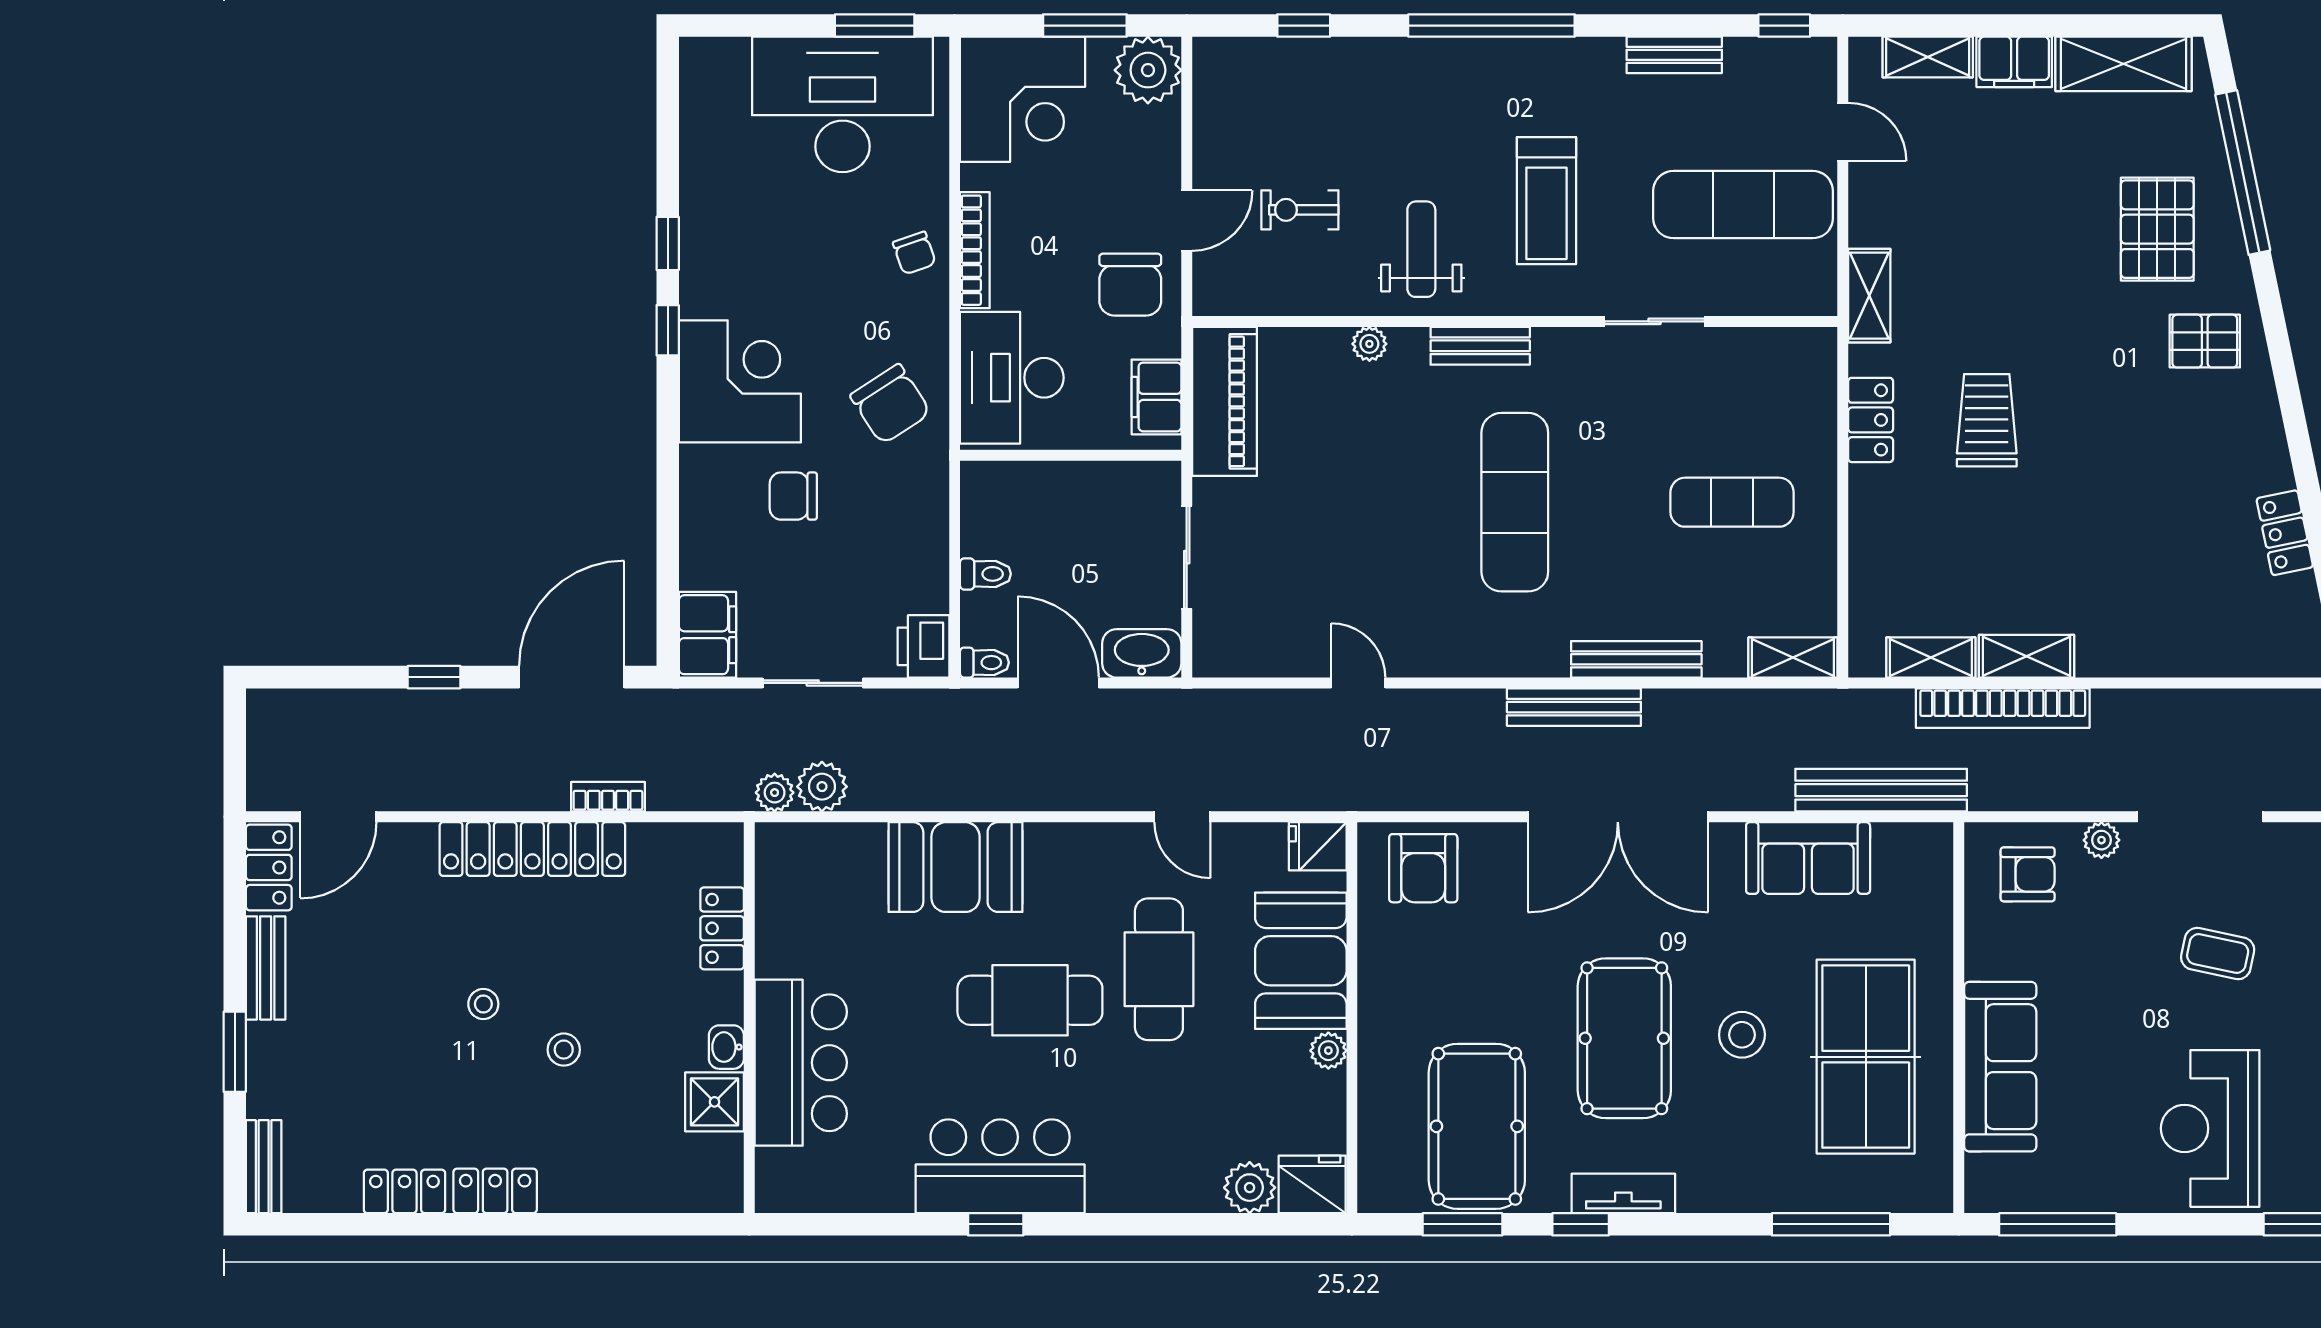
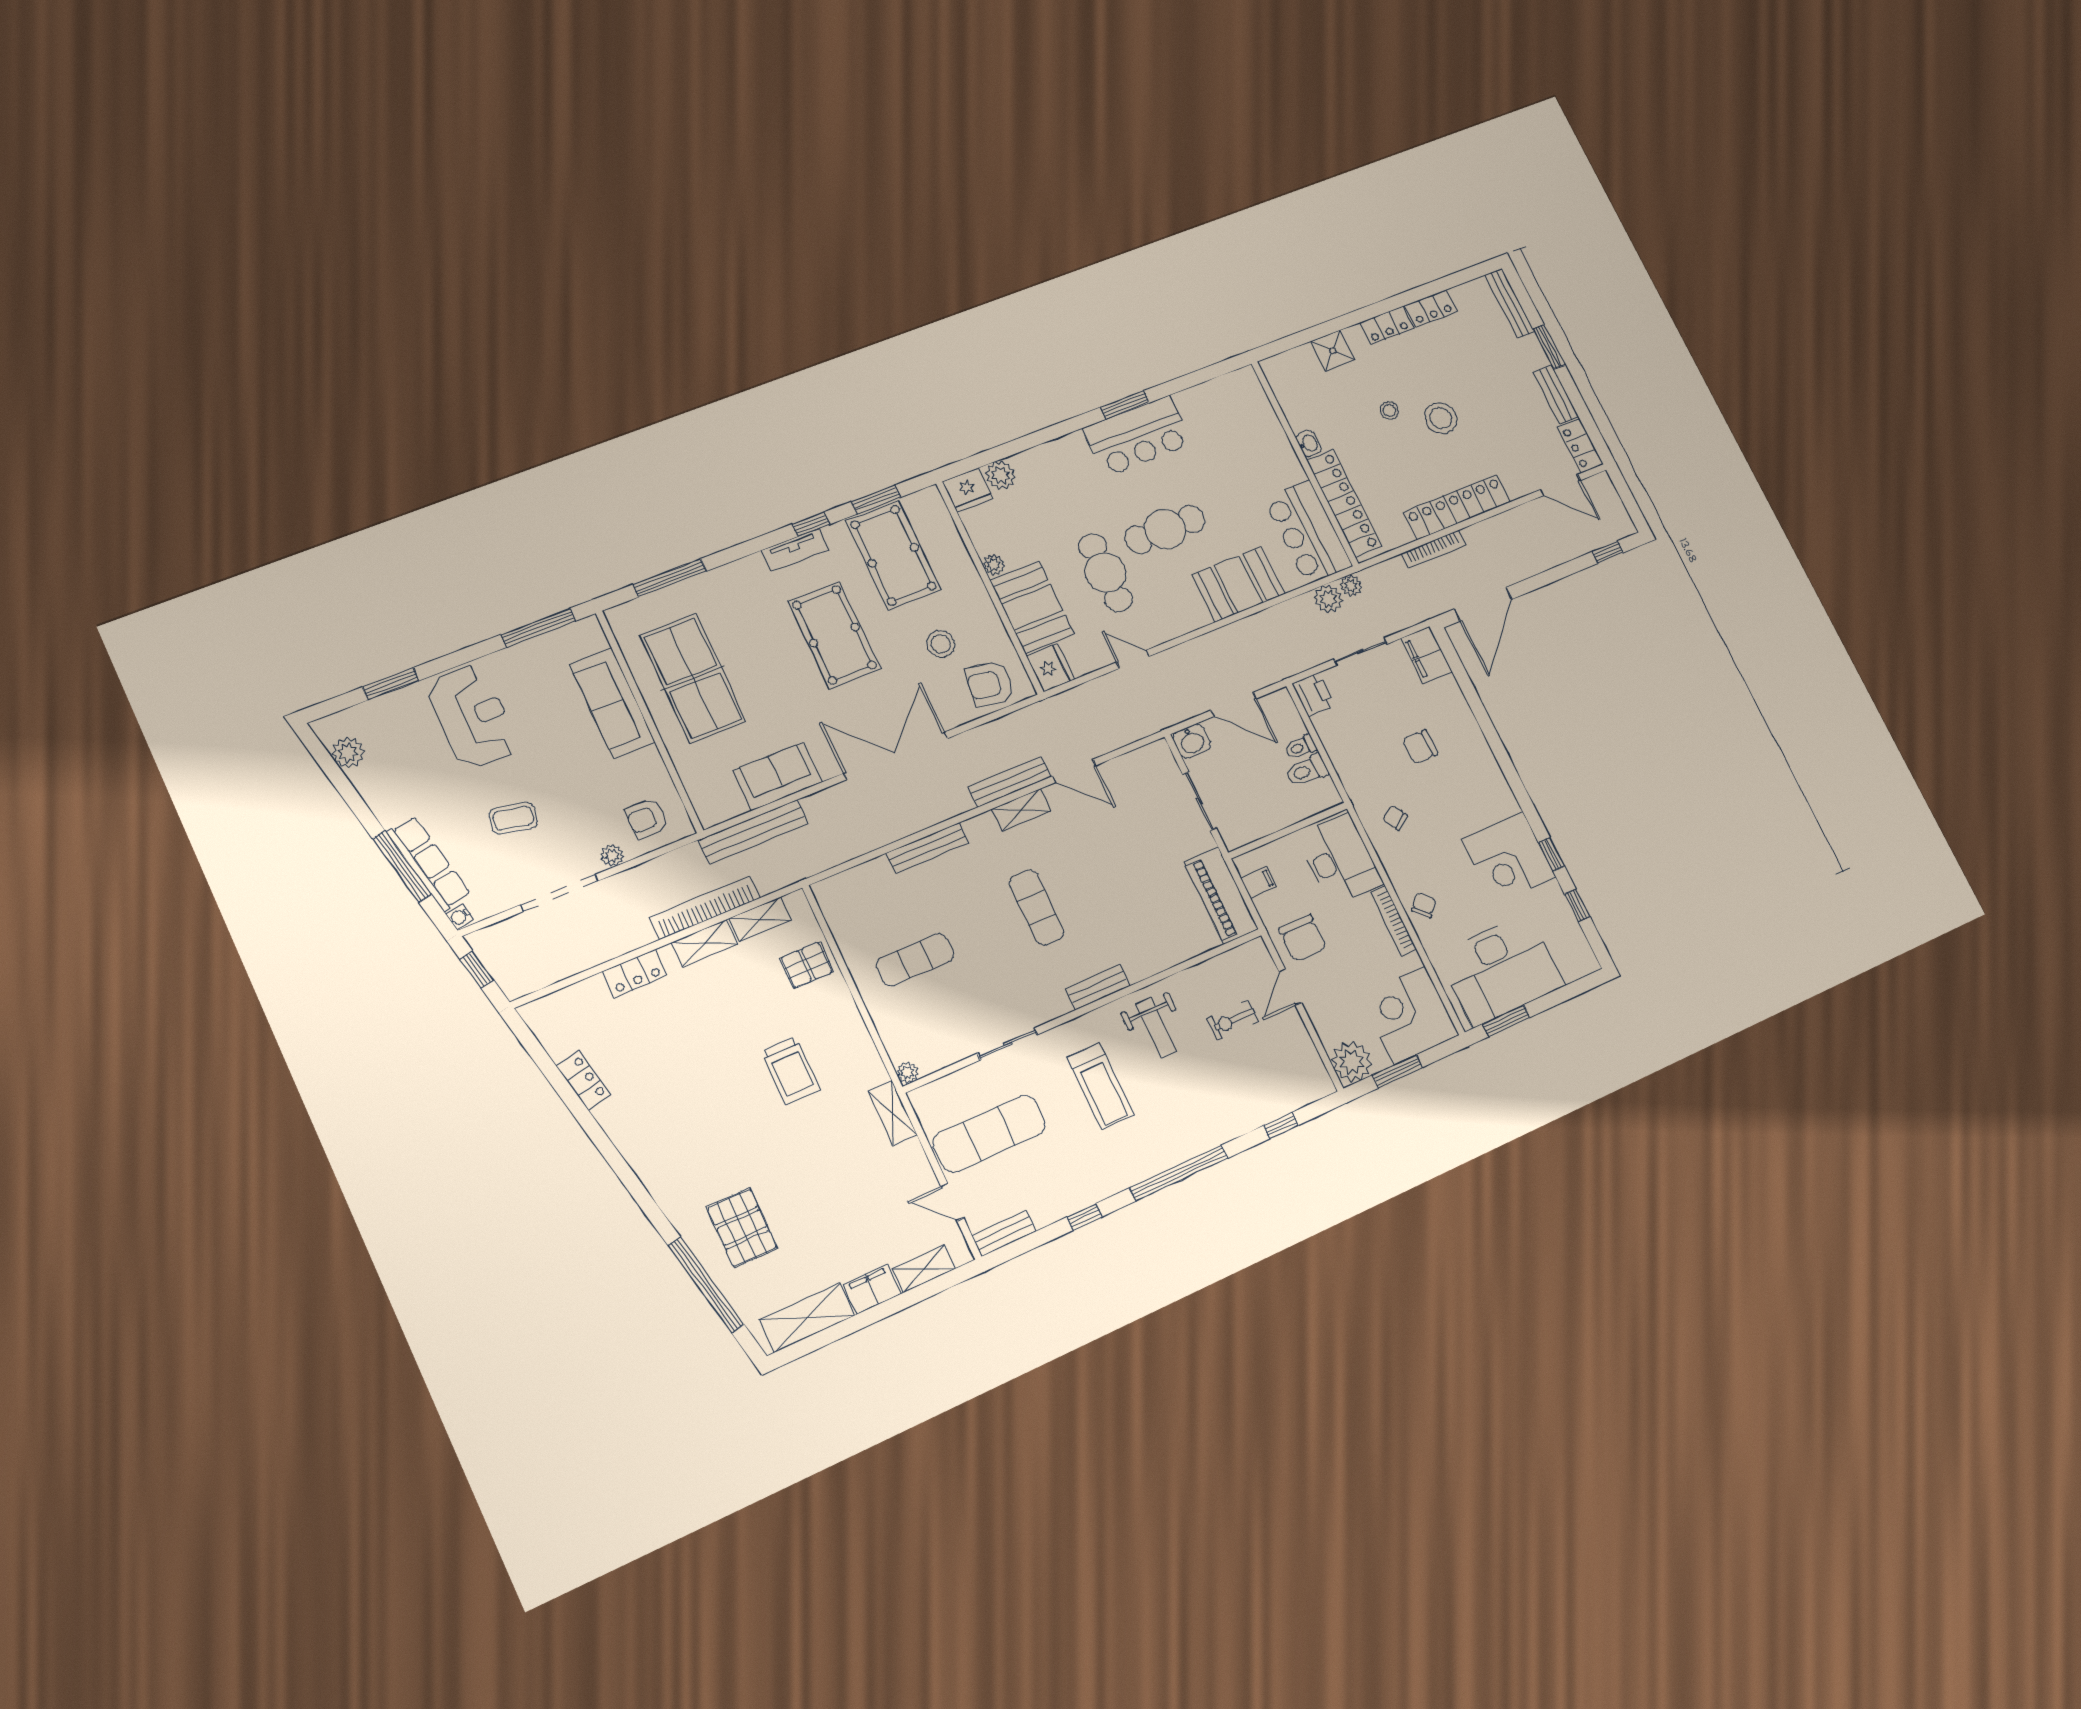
window: (1784, 26) -> (1084, 1217), moved
bench: (1674, 55) -> (1004, 1233), moved
treadmill: (1546, 201) -> (1101, 1086), turned 180
exercise bike: (1300, 210) -> (1233, 1020), turned 180
chair: (914, 253) -> (1424, 905), turned 62
chair: (1130, 285) -> (1303, 938), turned 180
window: (668, 330) -> (1577, 905), moved
pallet: (2205, 341) -> (807, 965), moved
plant: (1369, 344) -> (908, 1073), moved
corner desk: (740, 381) -> (1509, 858), moved
filing cabinet: (1156, 397) -> (1258, 882), width x0.50
chair: (890, 404) -> (1395, 818), width x0.54, depth x0.54
locker: (1871, 420) -> (635, 973), moved, turned -90
chair: (793, 496) -> (1420, 747), turned 180
exercise mat: (1515, 502) -> (1037, 908), width x0.73, depth x0.69
washbasin: (1142, 653) -> (1192, 741), width x0.72
shelving: (1793, 658) -> (1021, 810), moved
toilet: (984, 663) -> (1307, 770), moved, width x1.37, depth x1.39
window: (434, 677) -> (1608, 552), moved
door: (1358, 683) -> (1074, 771), width x1.38
bench: (1574, 707) -> (1010, 782), moved
bookcase: (608, 797) -> (1433, 549), width x1.56
door: (338, 817) -> (1560, 485), swing flipped
fridge: (1318, 846) -> (1050, 668), width x1.38
armchair: (1423, 868) -> (990, 684), turned -81
locker: (722, 928) -> (1344, 503), width x2.16, depth x1.21
stool: (483, 1004) -> (1441, 418), width x1.89, depth x1.89
stool: (1742, 1035) -> (941, 644), moved
bar counter: (801, 1063) -> (1308, 532), moved
shower: (715, 1102) -> (1333, 351), moved
bench: (264, 1167) -> (1510, 303), width x1.36
window: (996, 1224) -> (1125, 405), width x1.50

